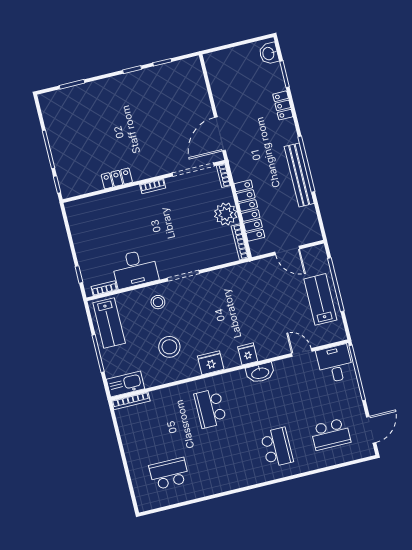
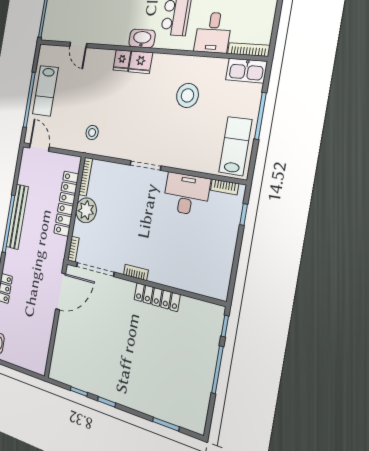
locker: (117, 178) -> (157, 297), width x1.53
door: (287, 250) -> (39, 148), moved
stool: (158, 302) -> (92, 133), moved
fridge: (211, 363) -> (140, 62), moved
desk: (335, 364) -> (213, 33), moved
washbasin: (260, 373) -> (142, 39), moved

